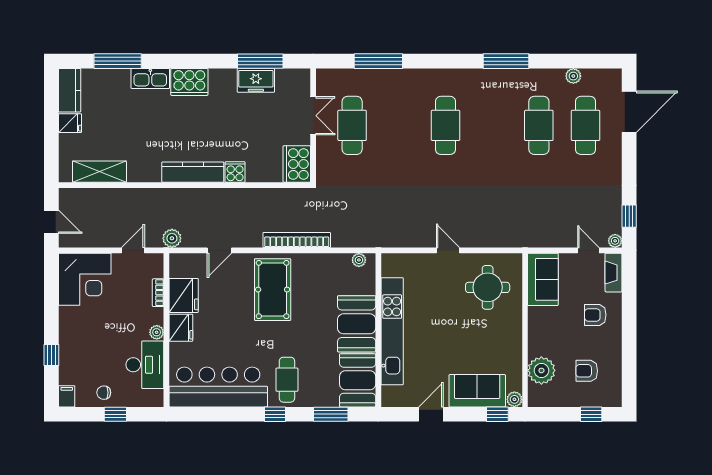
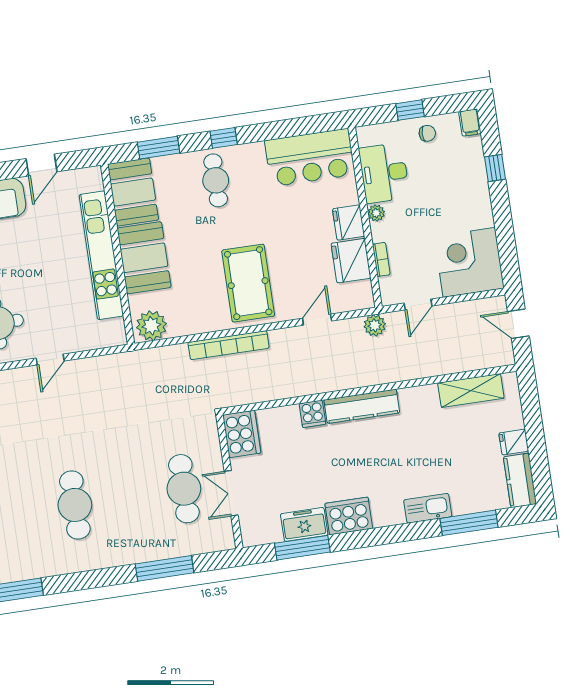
cooker: (189, 82) -> (349, 516), moved
door: (448, 250) -> (50, 359), hinge flipped
plant: (359, 260) -> (151, 326), width x1.87, depth x1.87
bar counter: (218, 387) -> (310, 158), width x0.73

